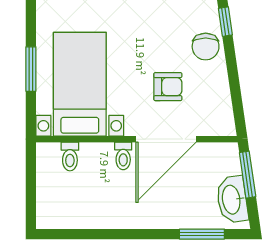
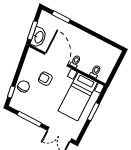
door: (166, 139) -> (56, 59), hinge flipped
washbasin: (232, 200) -> (39, 37), moved

